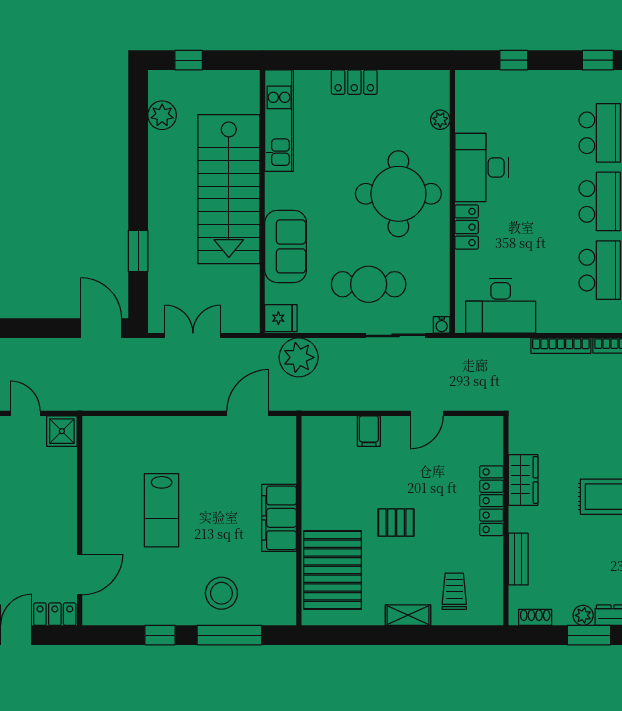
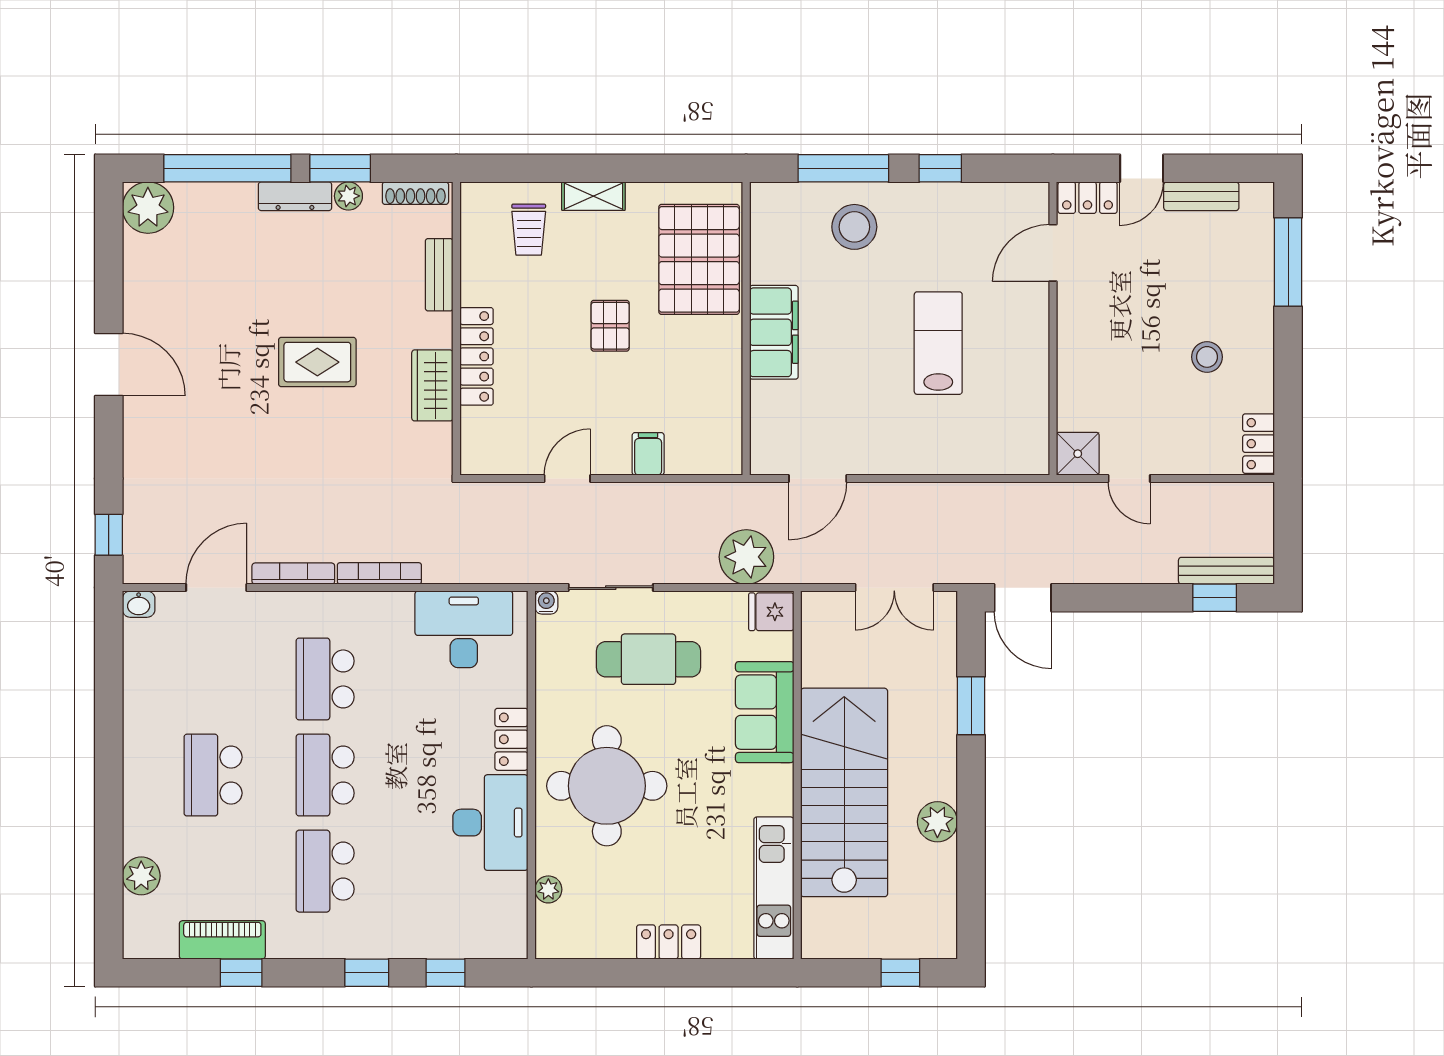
window: (598, 60) -> (367, 973), moved
plant: (162, 115) -> (937, 822), moved
pallet: (396, 523) -> (610, 326), turned 90
shoe rack: (535, 617) -> (415, 193), width x1.43

